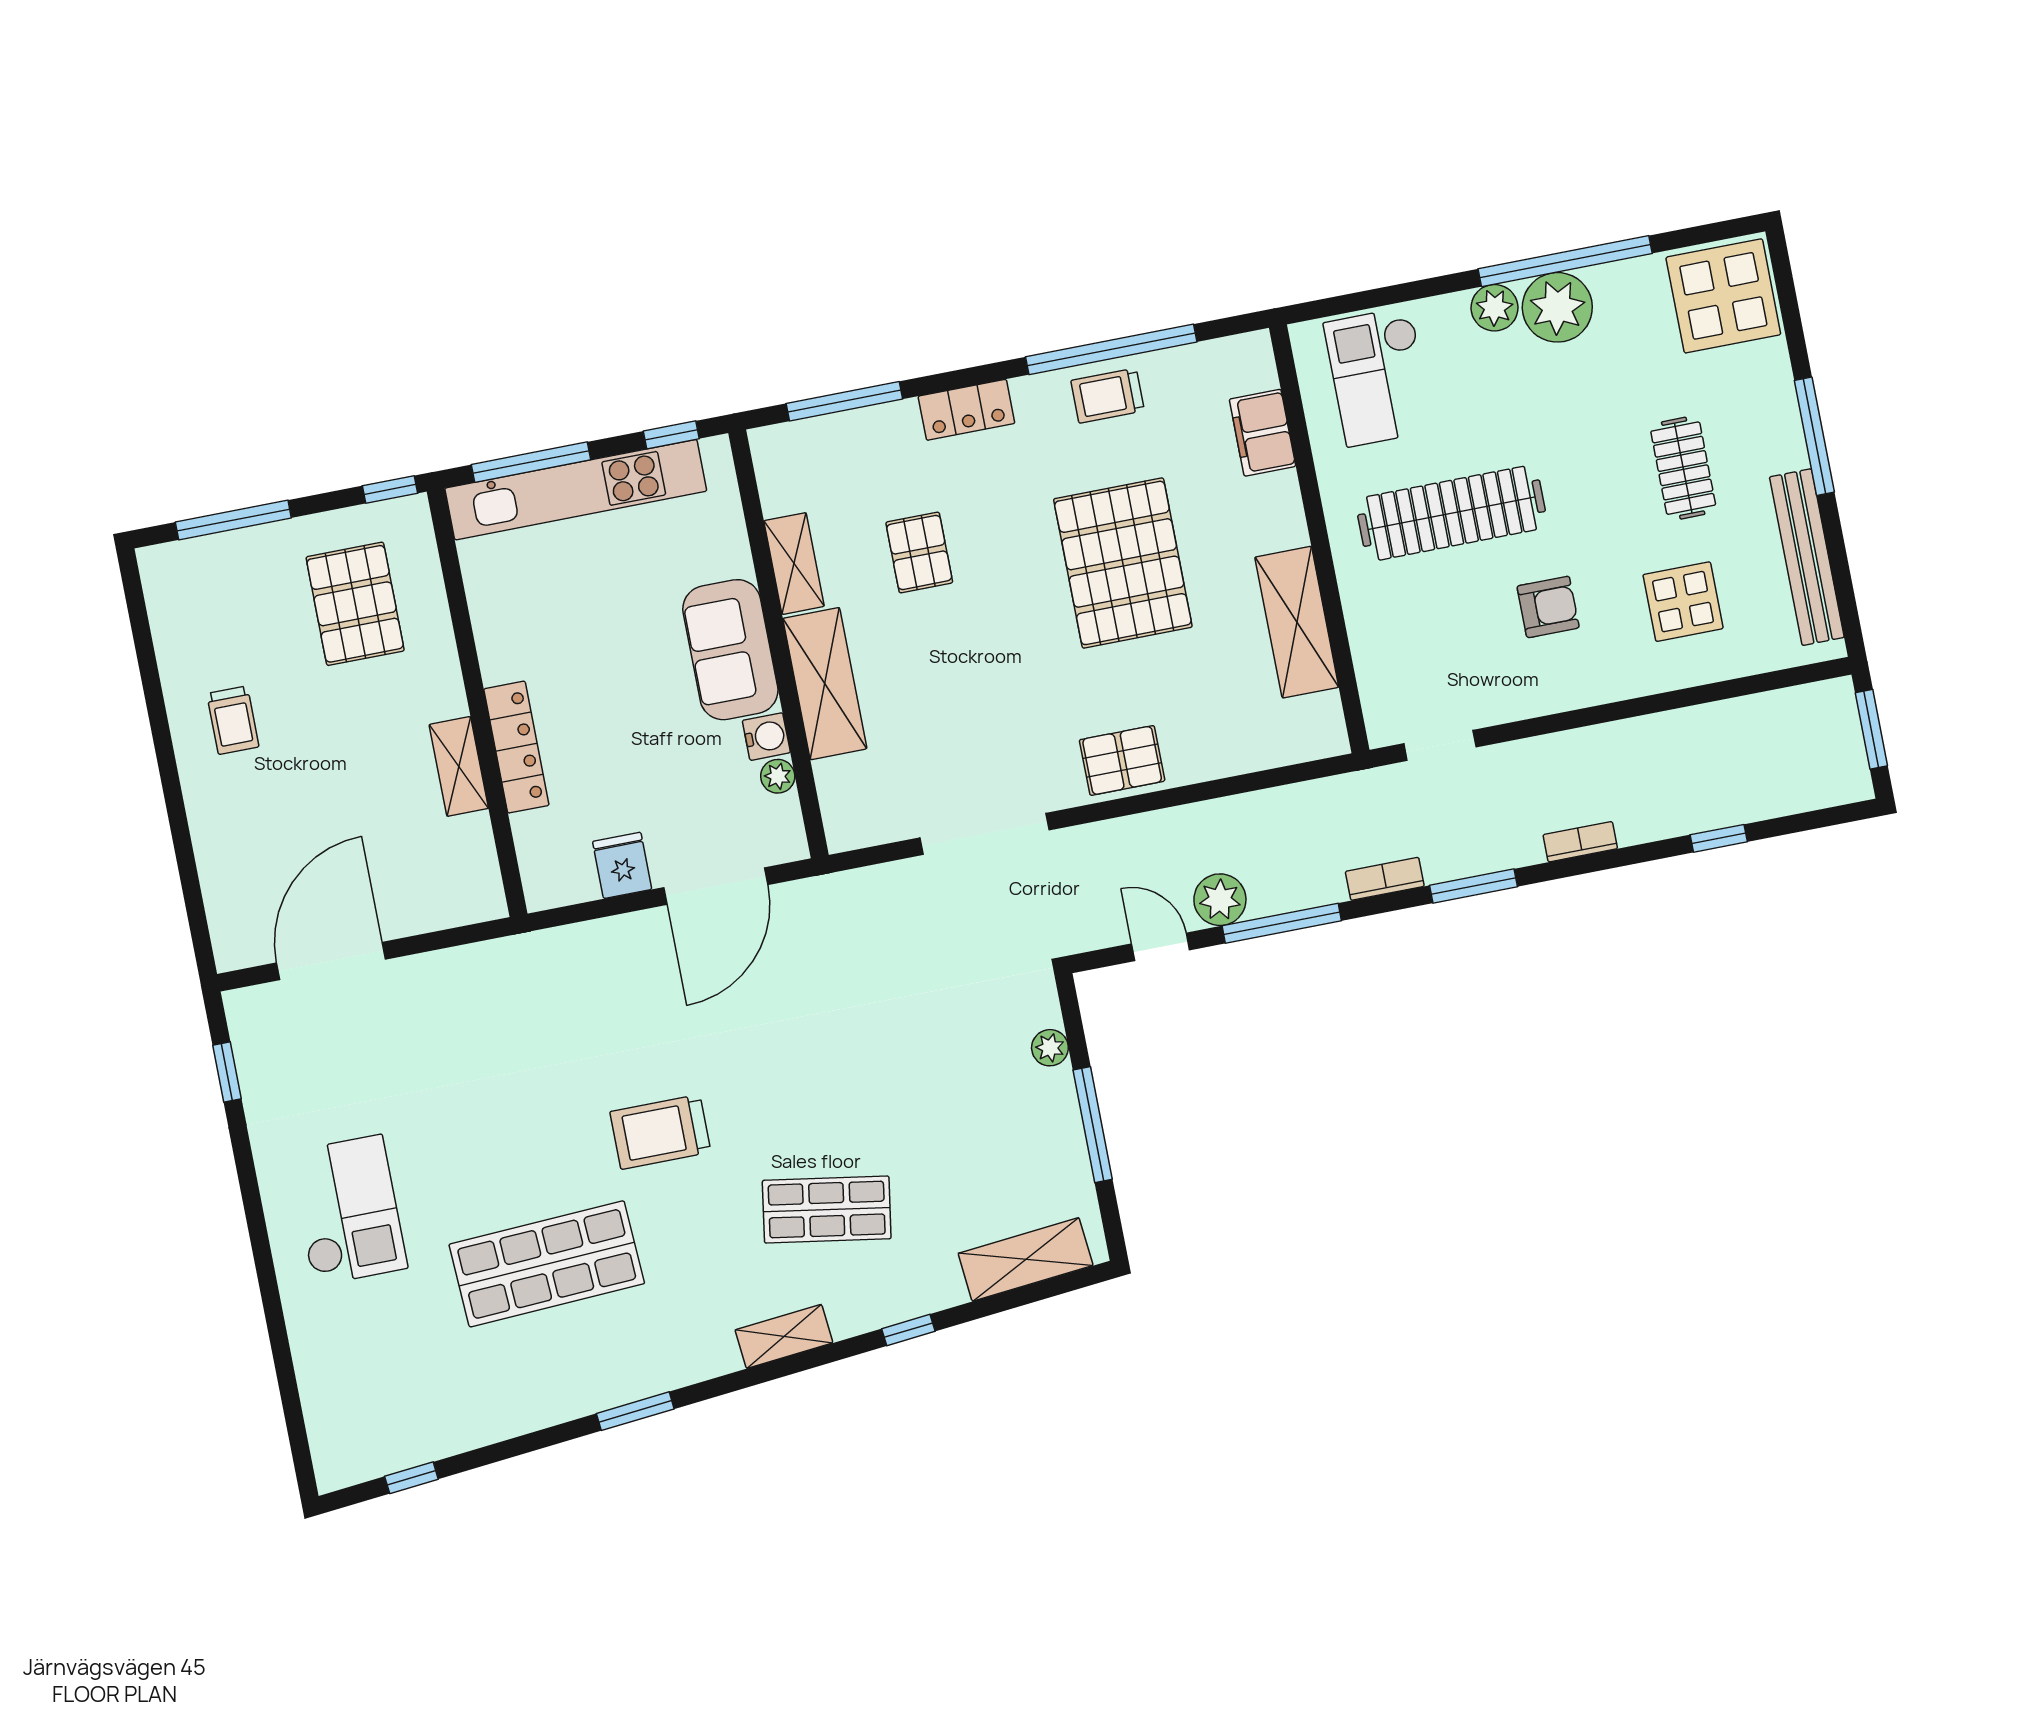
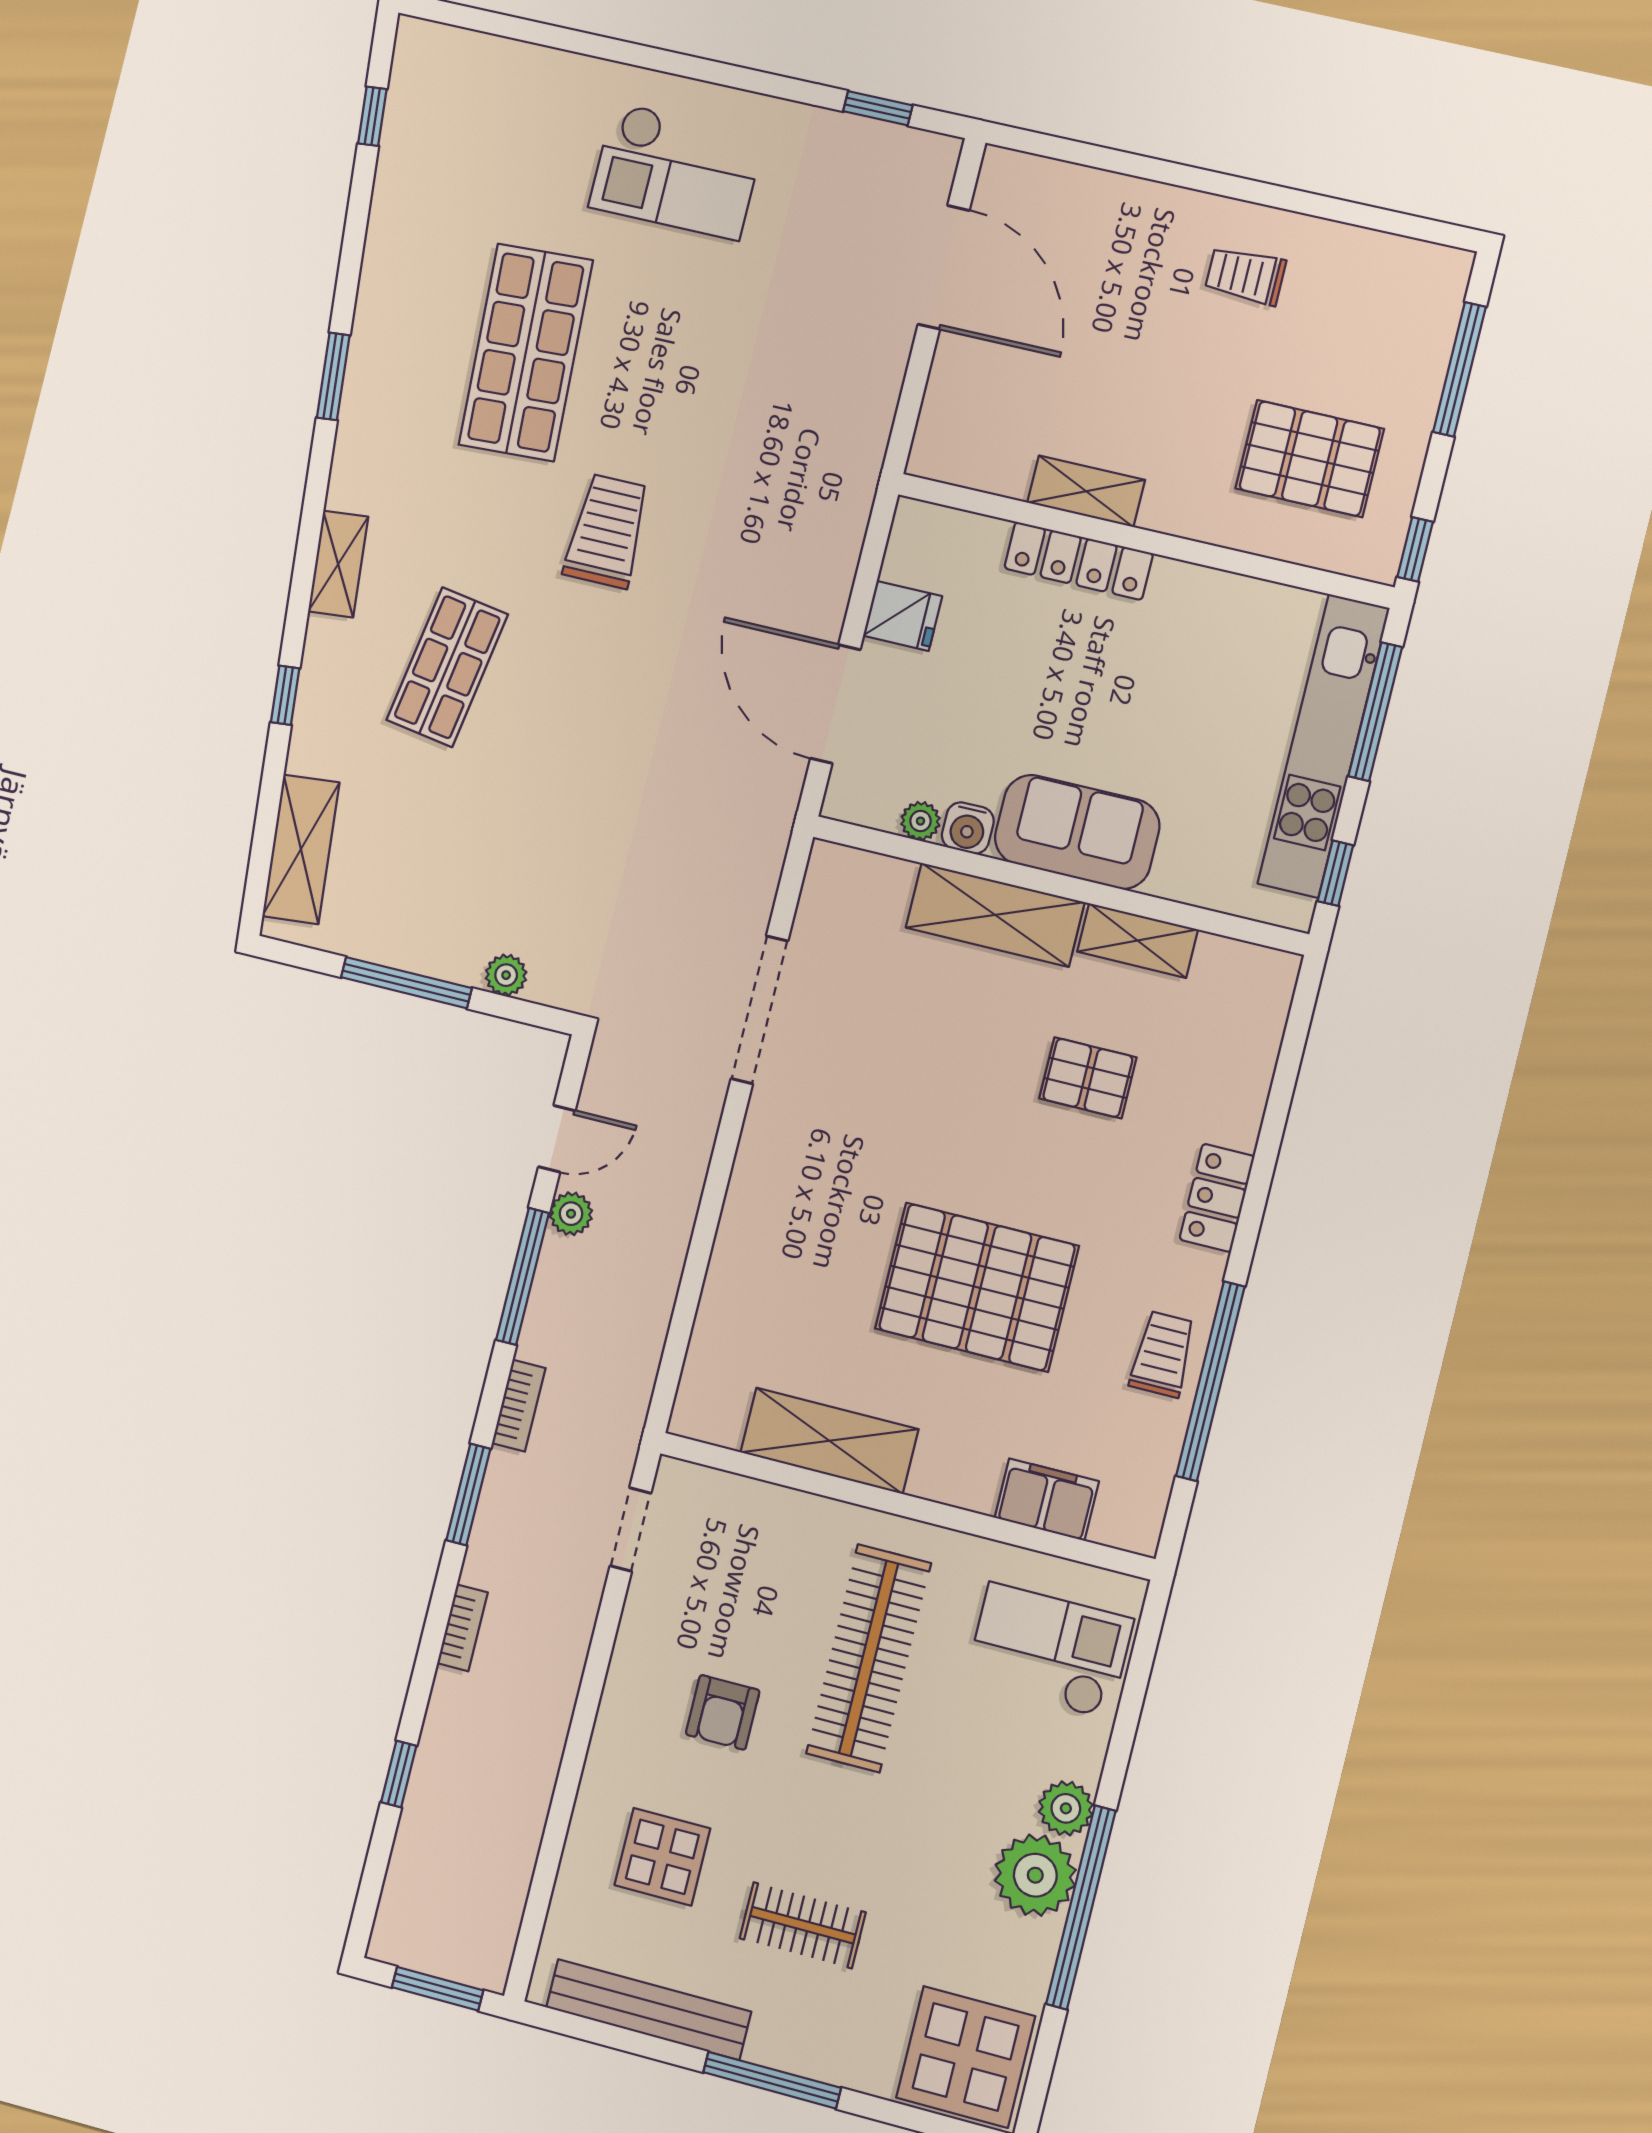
window: (844, 401) -> (1286, 1073), removed
pallet: (1122, 760) -> (769, 1189), removed
plant: (1220, 900) -> (571, 1214), width x0.73, depth x0.73

